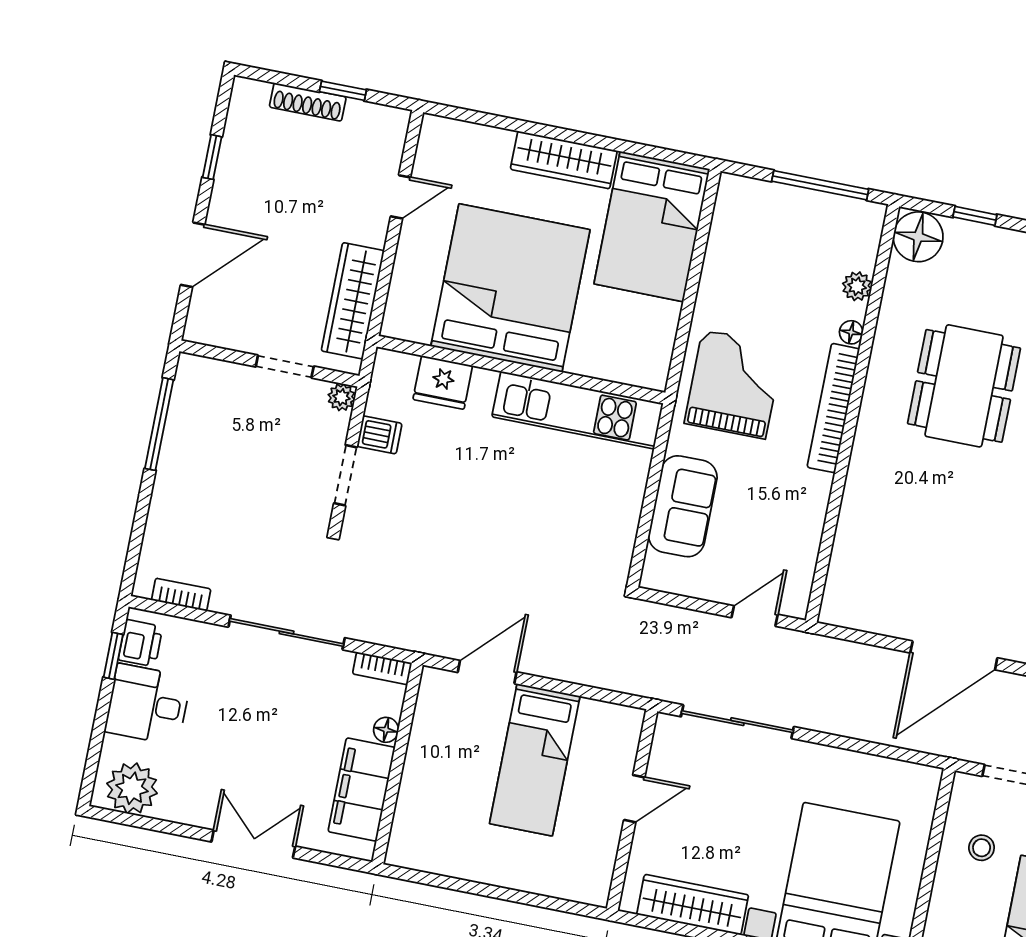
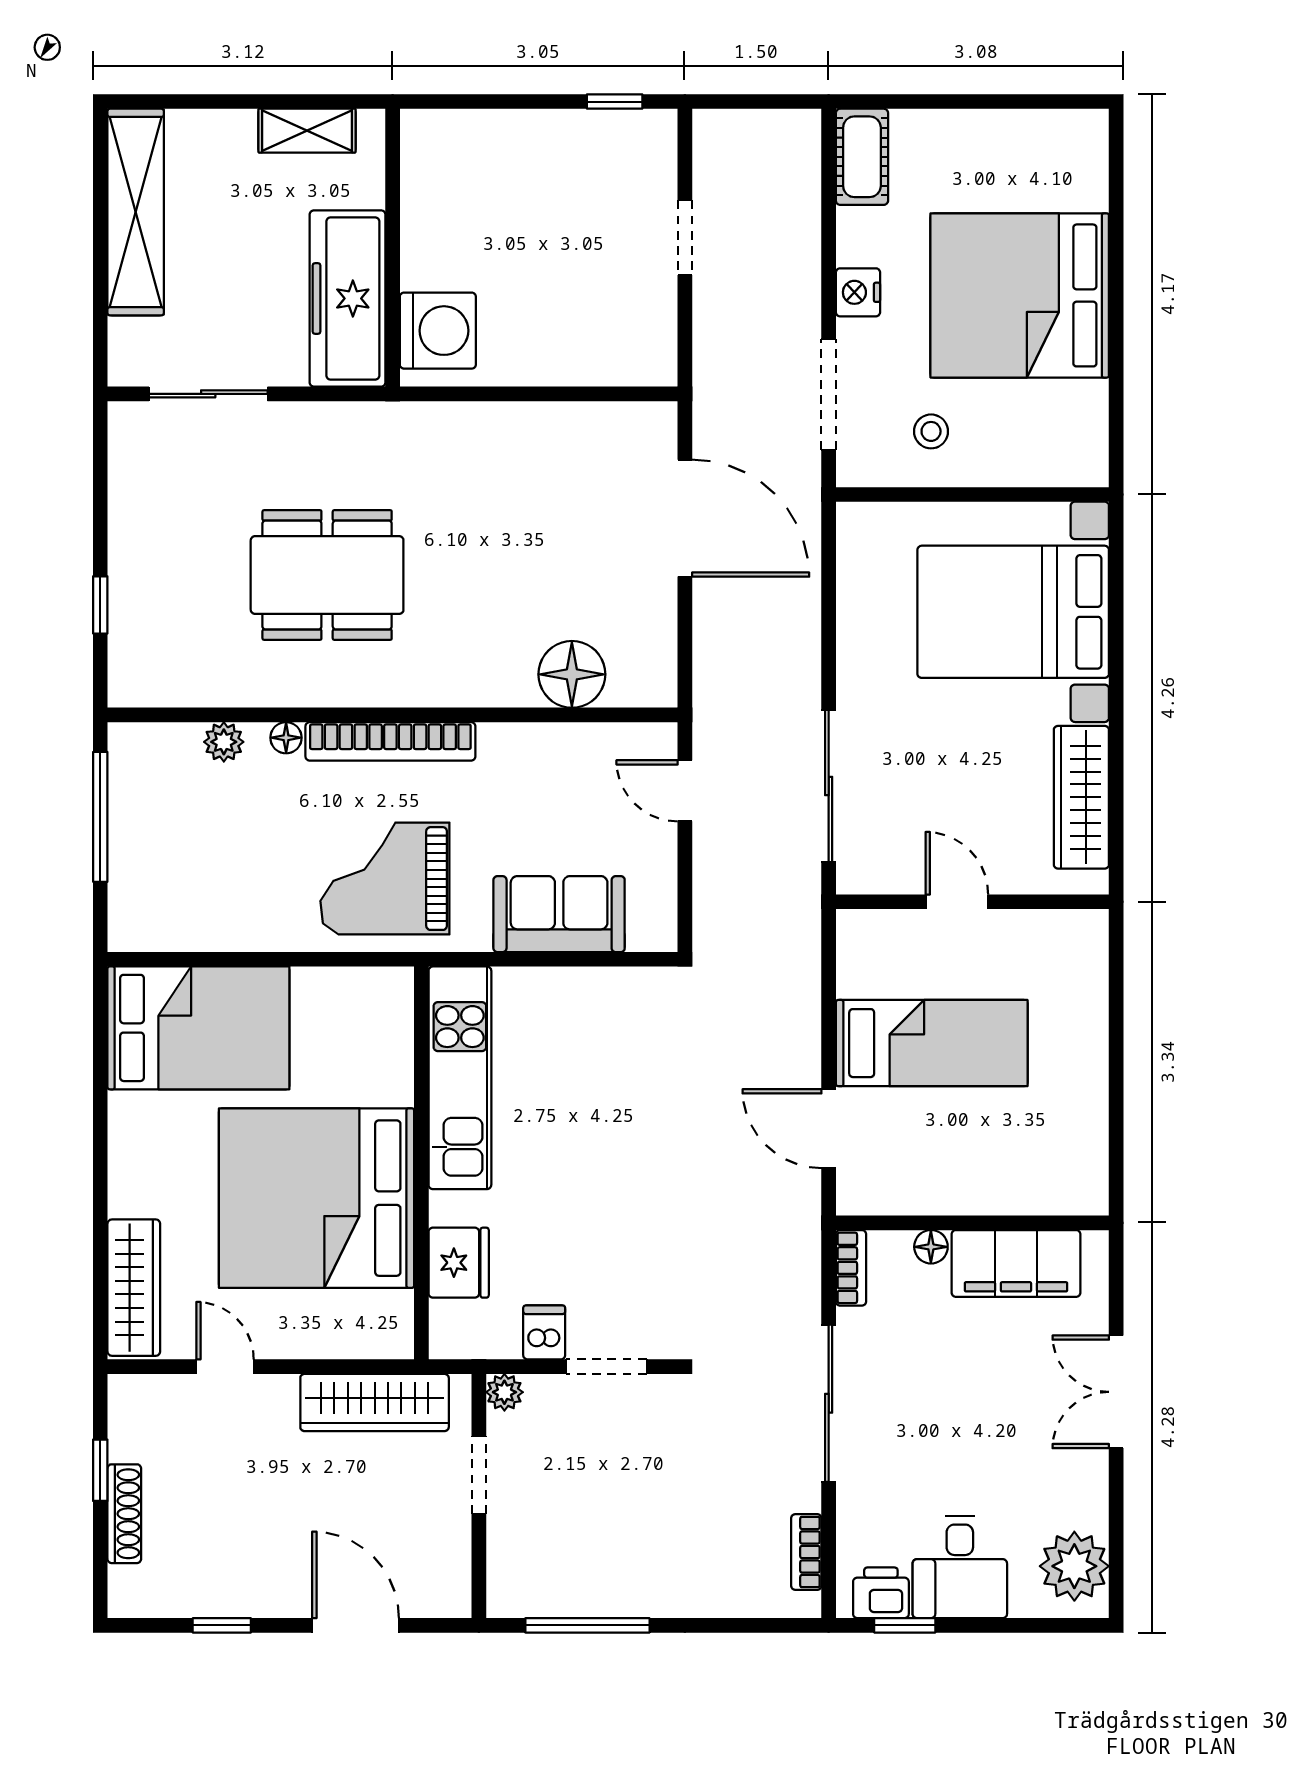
wardrobe: (564, 160) -> (134, 1288), moved
floor lamp: (918, 237) -> (572, 674), moved

